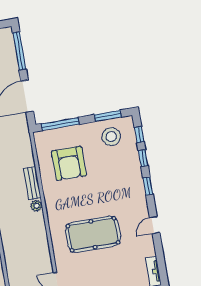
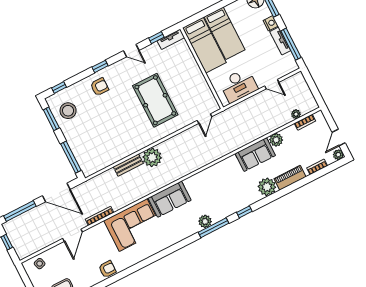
window: (143, 158) -> (156, 38), moved
armchair: (69, 163) -> (99, 87), moved, width x0.53, depth x0.53
plant: (36, 206) -> (152, 157), width x1.87, depth x1.87

